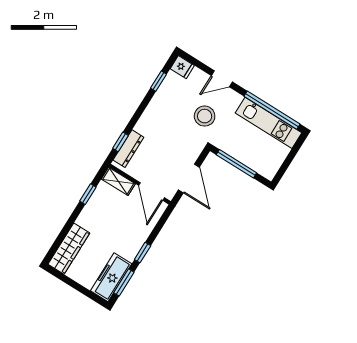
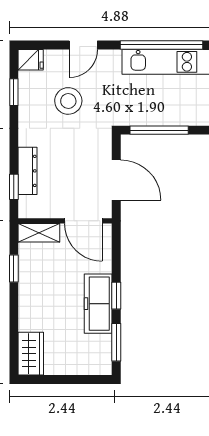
stool: (205, 116) -> (68, 101), moved
dresser: (128, 149) -> (27, 171), moved
wardrobe: (69, 249) -> (31, 354), width x0.67
freezer: (111, 277) -> (98, 304), moved

